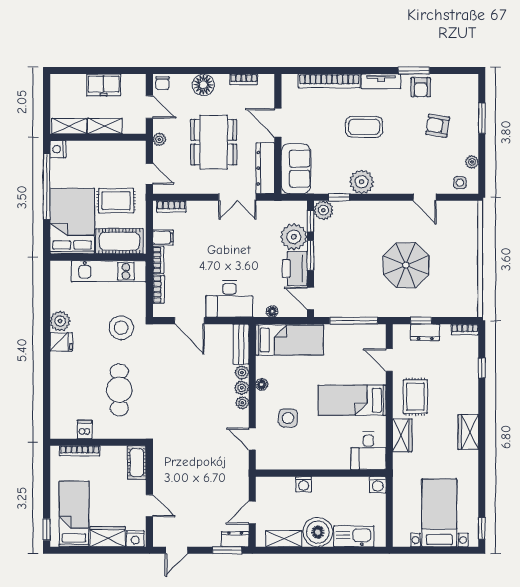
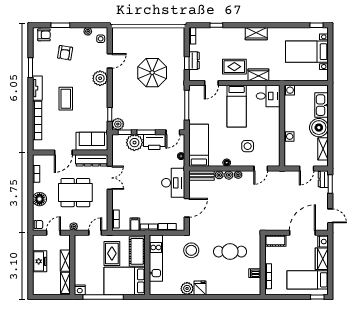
armchair: (421, 87) -> (44, 35), moved
plant: (362, 182) -> (100, 78), moved
door: (149, 506) -> (302, 233), width x1.88
door: (252, 513) -> (307, 169), hinge flipped

